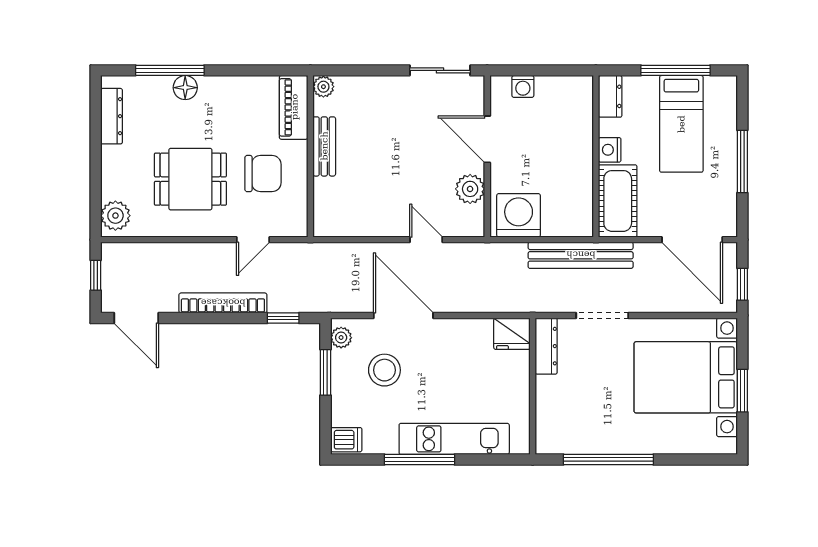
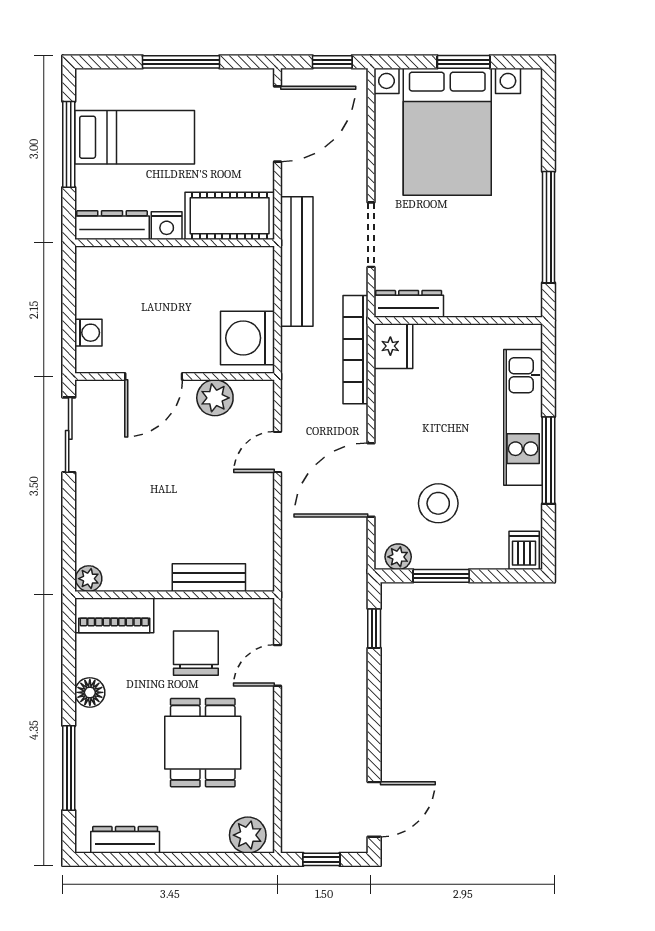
floor lamp: (185, 88) -> (90, 692), moved
dresser: (610, 96) -> (112, 225), width x1.44
bench: (324, 146) -> (209, 578), moved
door: (253, 240) -> (277, 665), swing flipped
bookcase: (223, 303) -> (355, 350), moved

